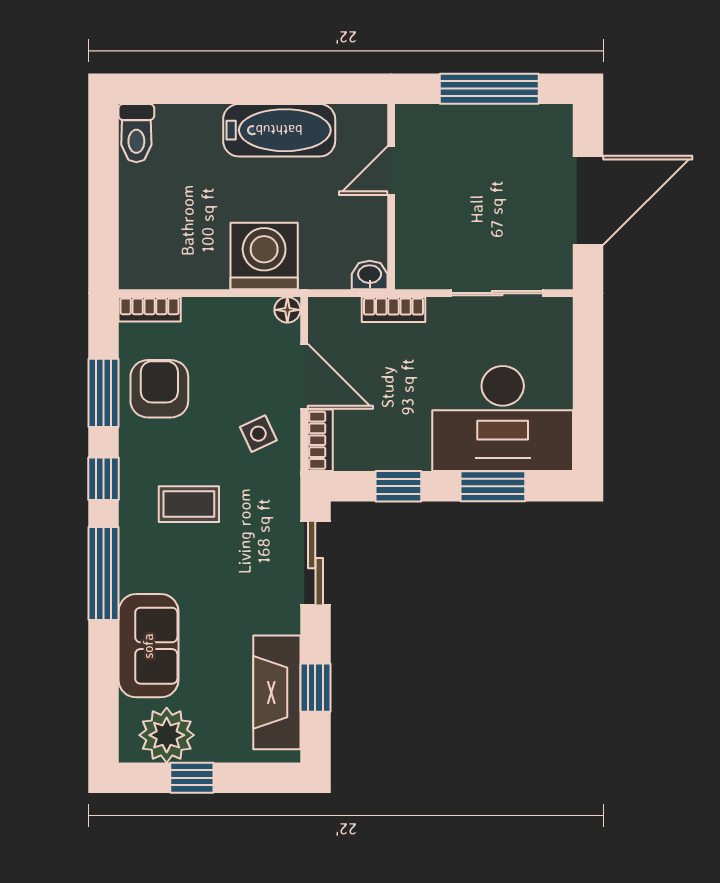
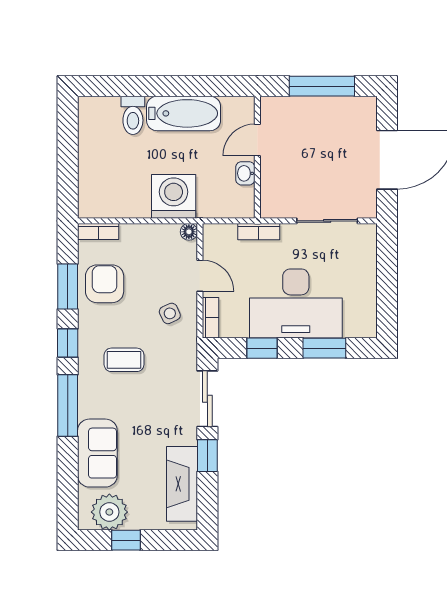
toilet: (136, 133) -> (133, 115), moved
washbasin: (370, 275) -> (245, 173), moved, turned -90
door: (304, 376) -> (200, 276), width x0.73
desk: (503, 418) -> (296, 303), moved
window: (315, 688) -> (207, 456), moved

